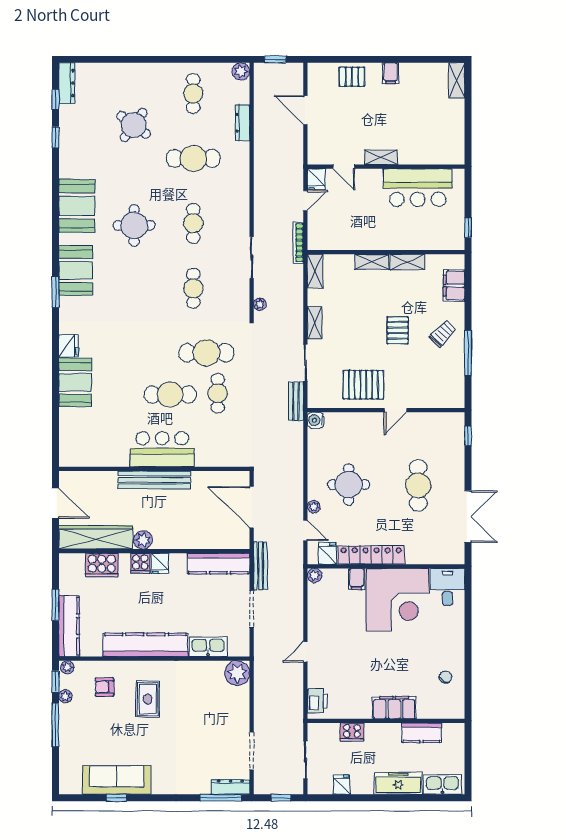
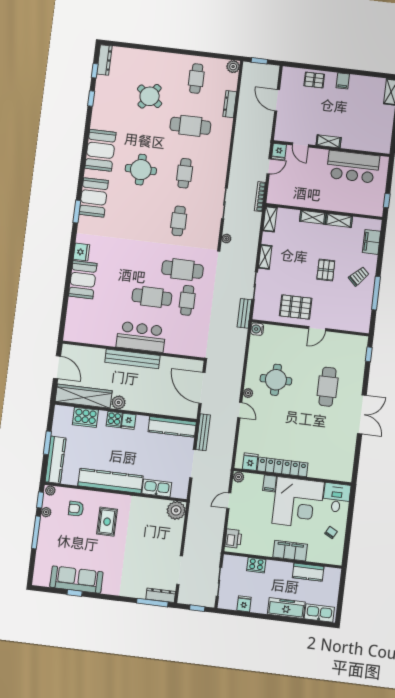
fridge: (328, 553) -> (250, 462), moved
locker: (371, 555) -> (283, 467), moved
wall: (386, 566) -> (293, 477), moved
plant: (315, 575) -> (239, 477), moved
filing cabinet: (357, 579) -> (270, 483), moved
desk: (447, 587) -> (337, 498), moved
corner desk: (397, 600) -> (298, 503), moved

